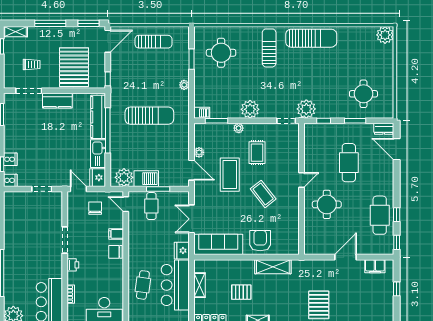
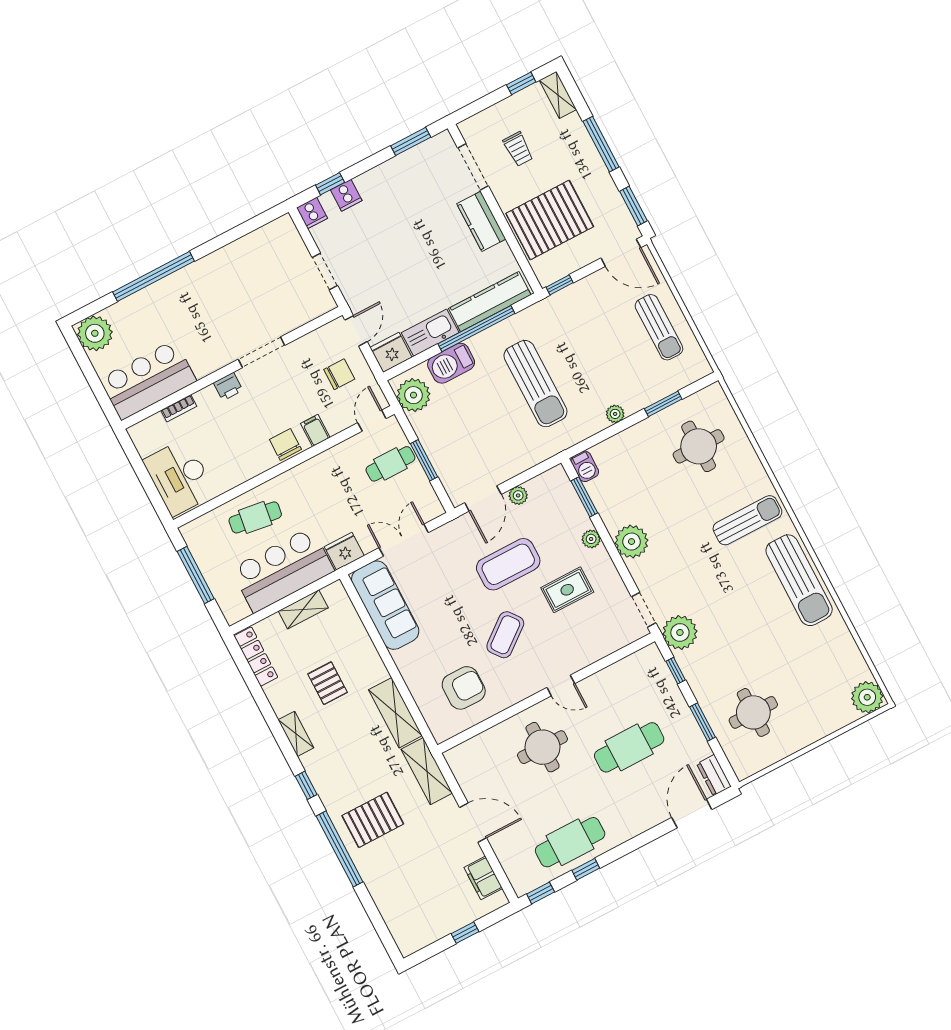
barbecue: (146, 179) -> (451, 363), moved, turned 90
armchair: (260, 241) -> (464, 688), moved
shelving: (309, 266) -> (427, 771), added

